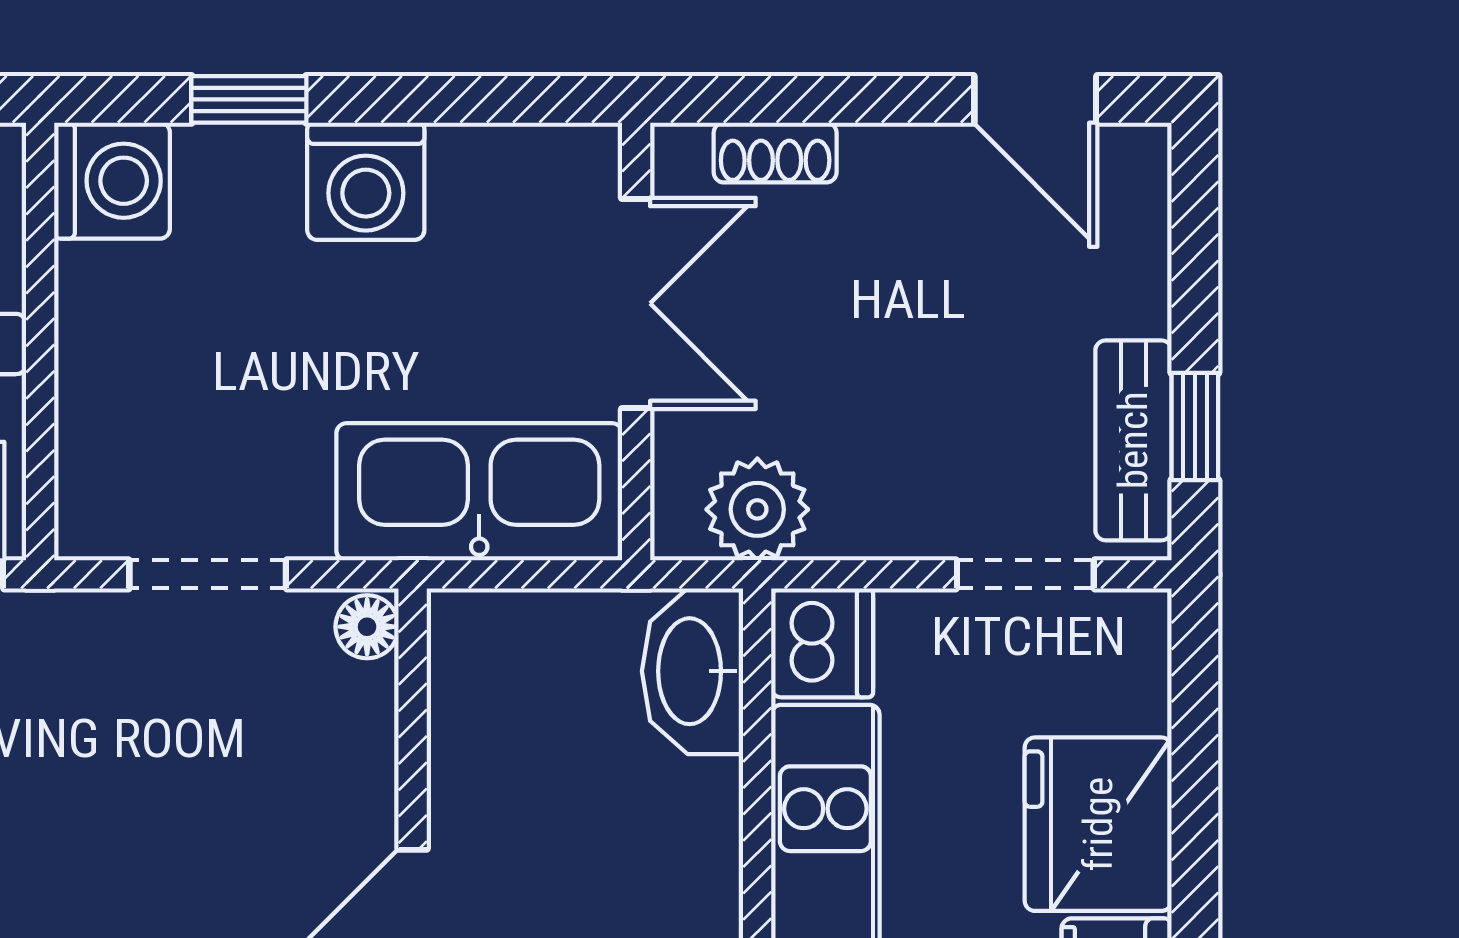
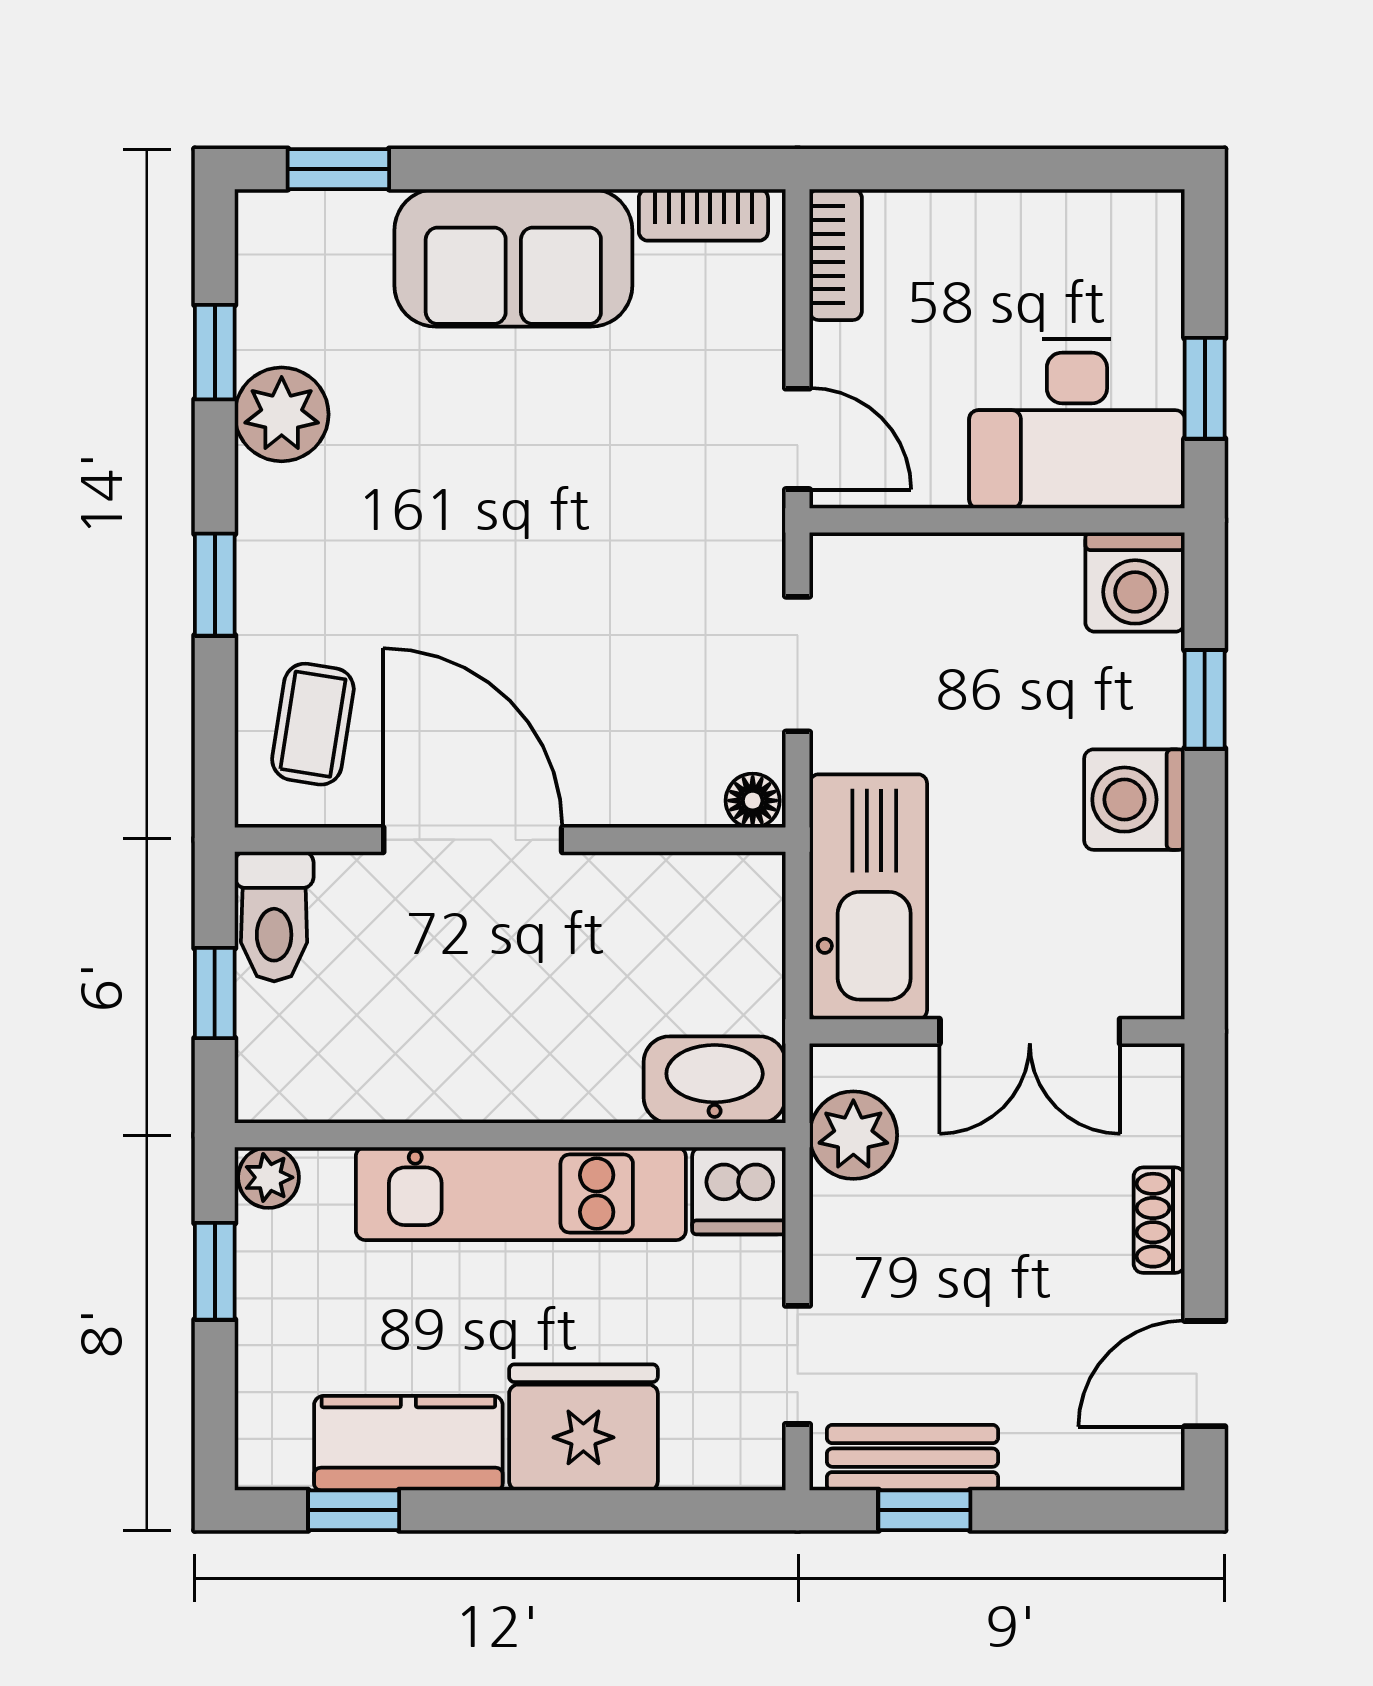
shoe rack: (775, 153) -> (1159, 1220), moved

